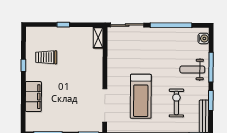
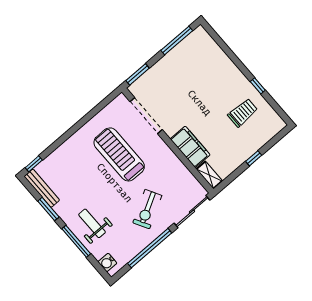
weight bench: (192, 70) -> (92, 223), turned -90
filing cabinet: (33, 97) -> (190, 147), moved, turned 180
exercise bike: (176, 103) -> (147, 209), moved, turned 61

